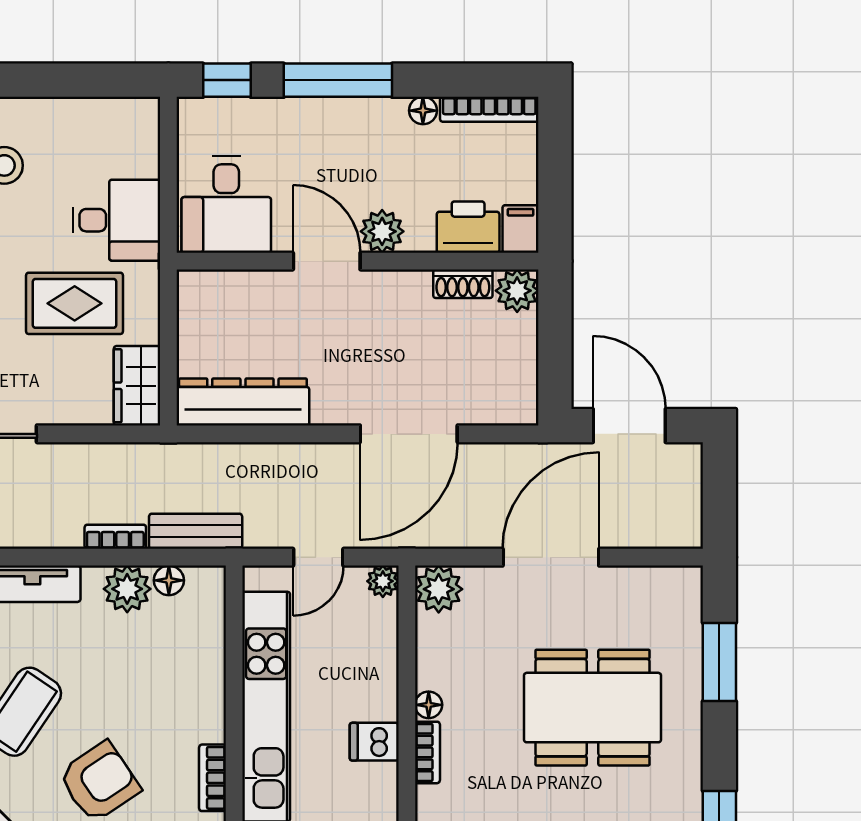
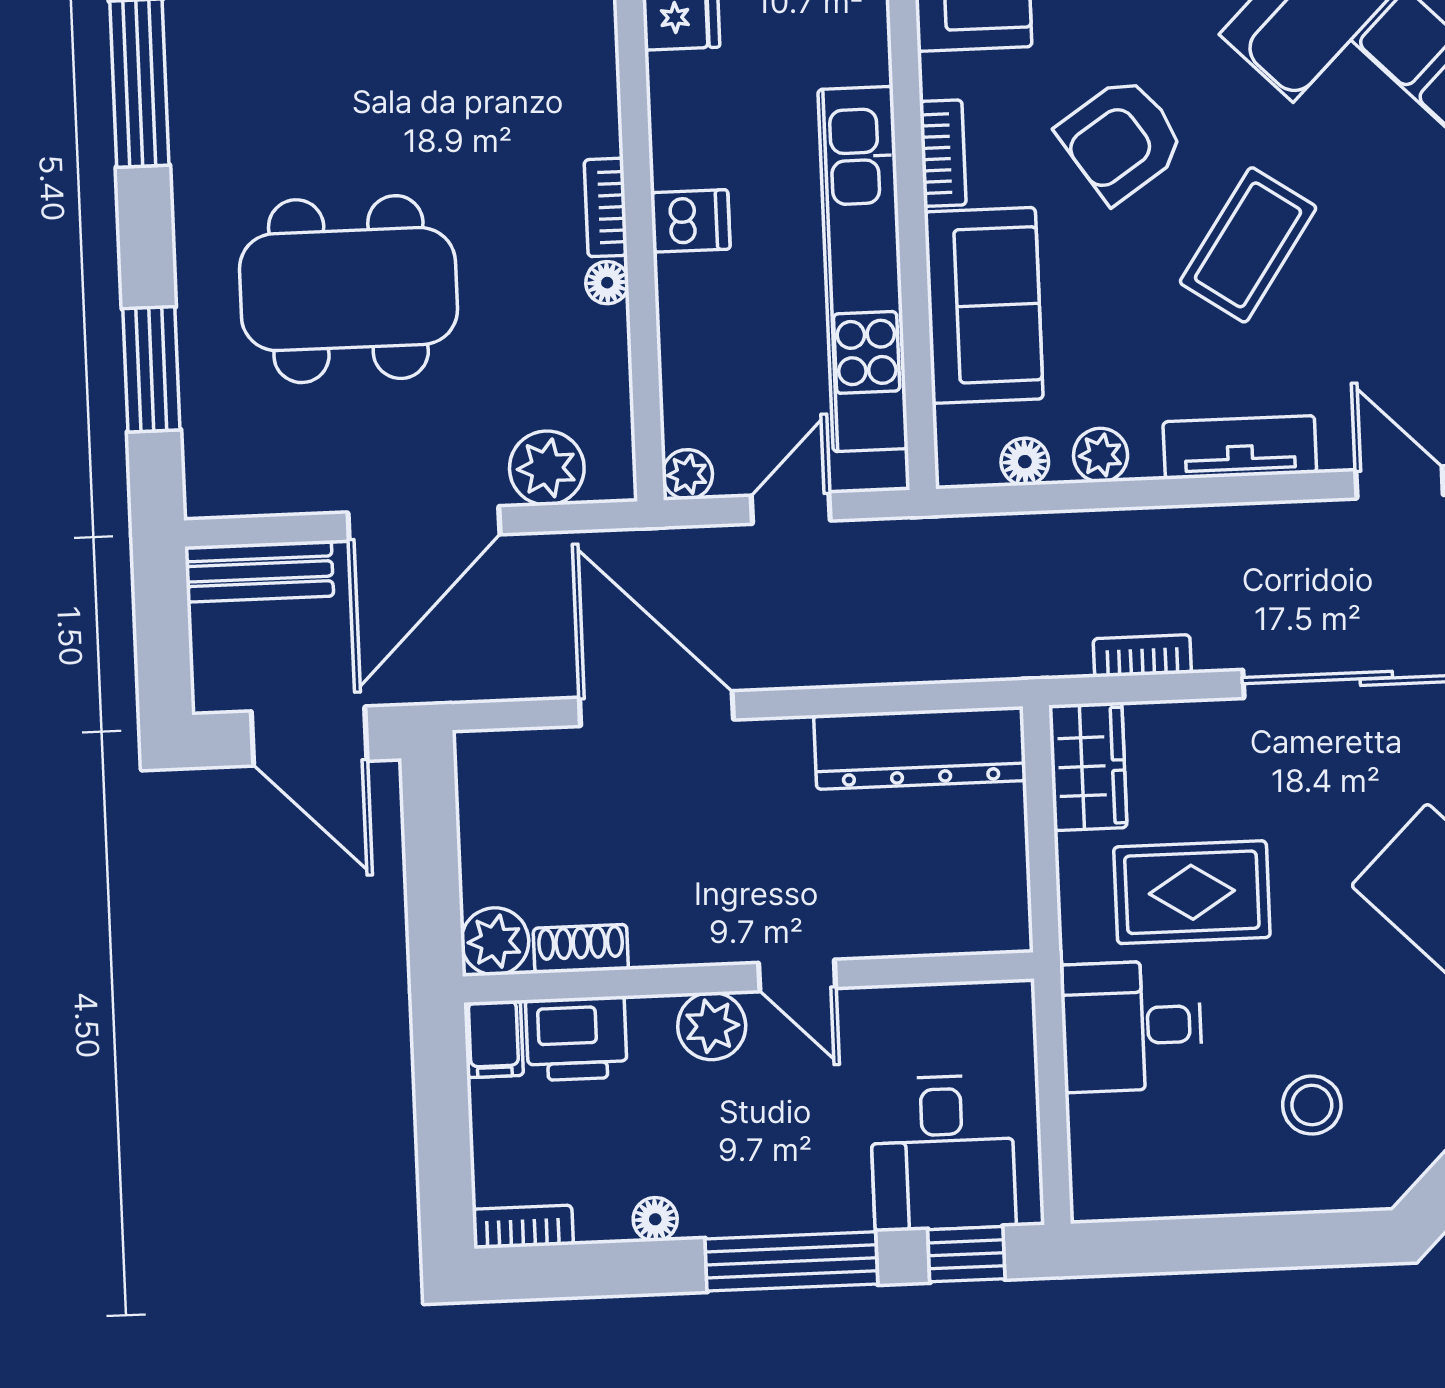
bookcase: (489, 109) -> (523, 1227), width x0.64
desk: (226, 205) -> (943, 1153), moved, turned 180
door: (327, 261) -> (797, 975), width x0.73
door: (409, 434) -> (656, 709), hinge flipped
bench: (196, 531) -> (259, 571), moved
bookcase: (115, 537) -> (1142, 656), moved, turned 180
plant: (127, 589) -> (1101, 455), width x0.73, depth x0.73
plant: (439, 589) -> (547, 468), moved
sofa: (191, 680) -> (984, 305), added

